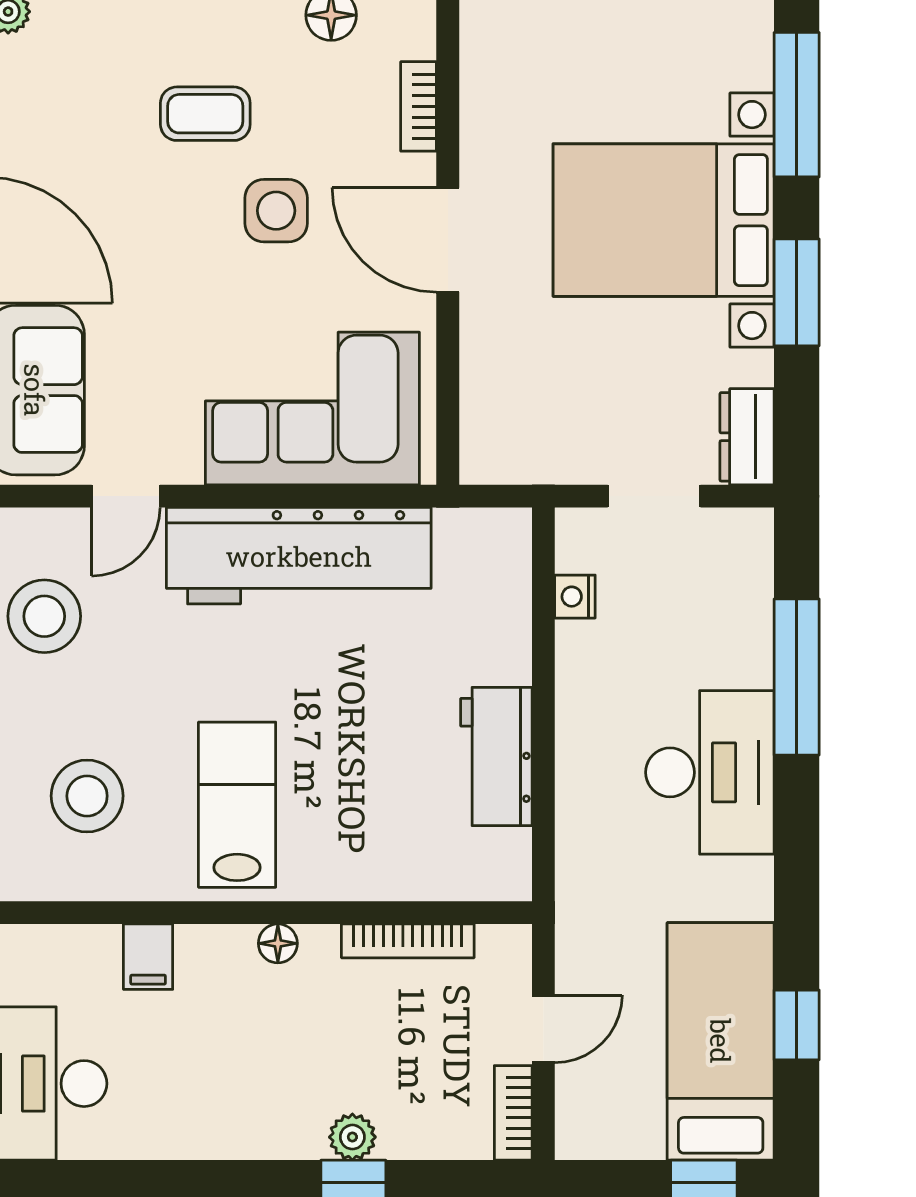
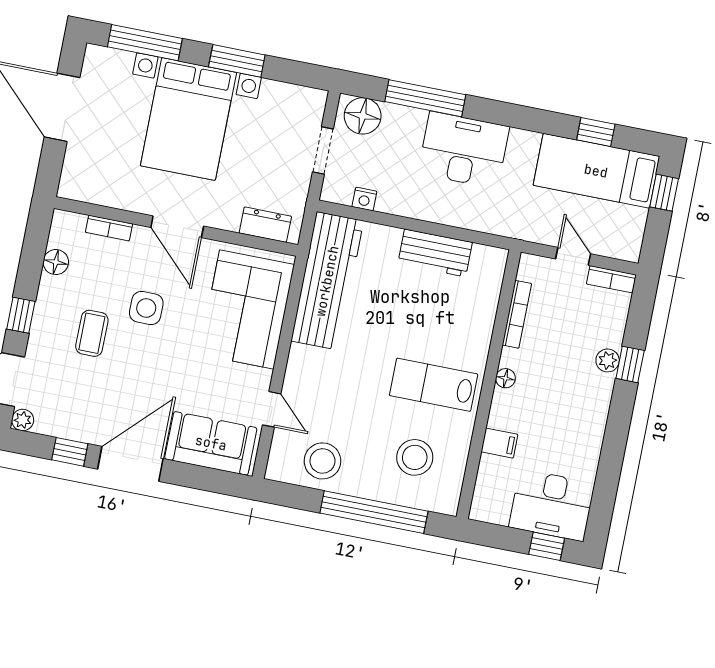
door: (448, 240) -> (177, 227), hinge flipped
dresser: (747, 437) -> (265, 225), moved, turned 180
workbench: (299, 556) -> (327, 281), moved
floor lamp: (737, 561) -> (363, 116), added

